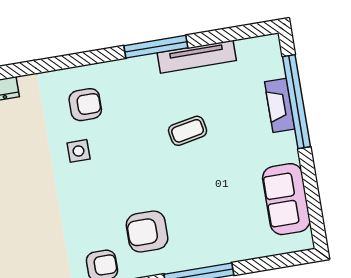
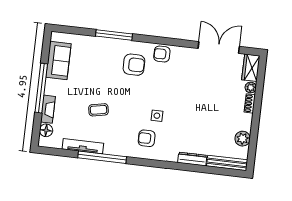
window: (156, 47) -> (102, 157), width x1.46
floor lamp: (272, 66) -> (46, 130), added
window: (297, 102) -> (41, 88), moved

